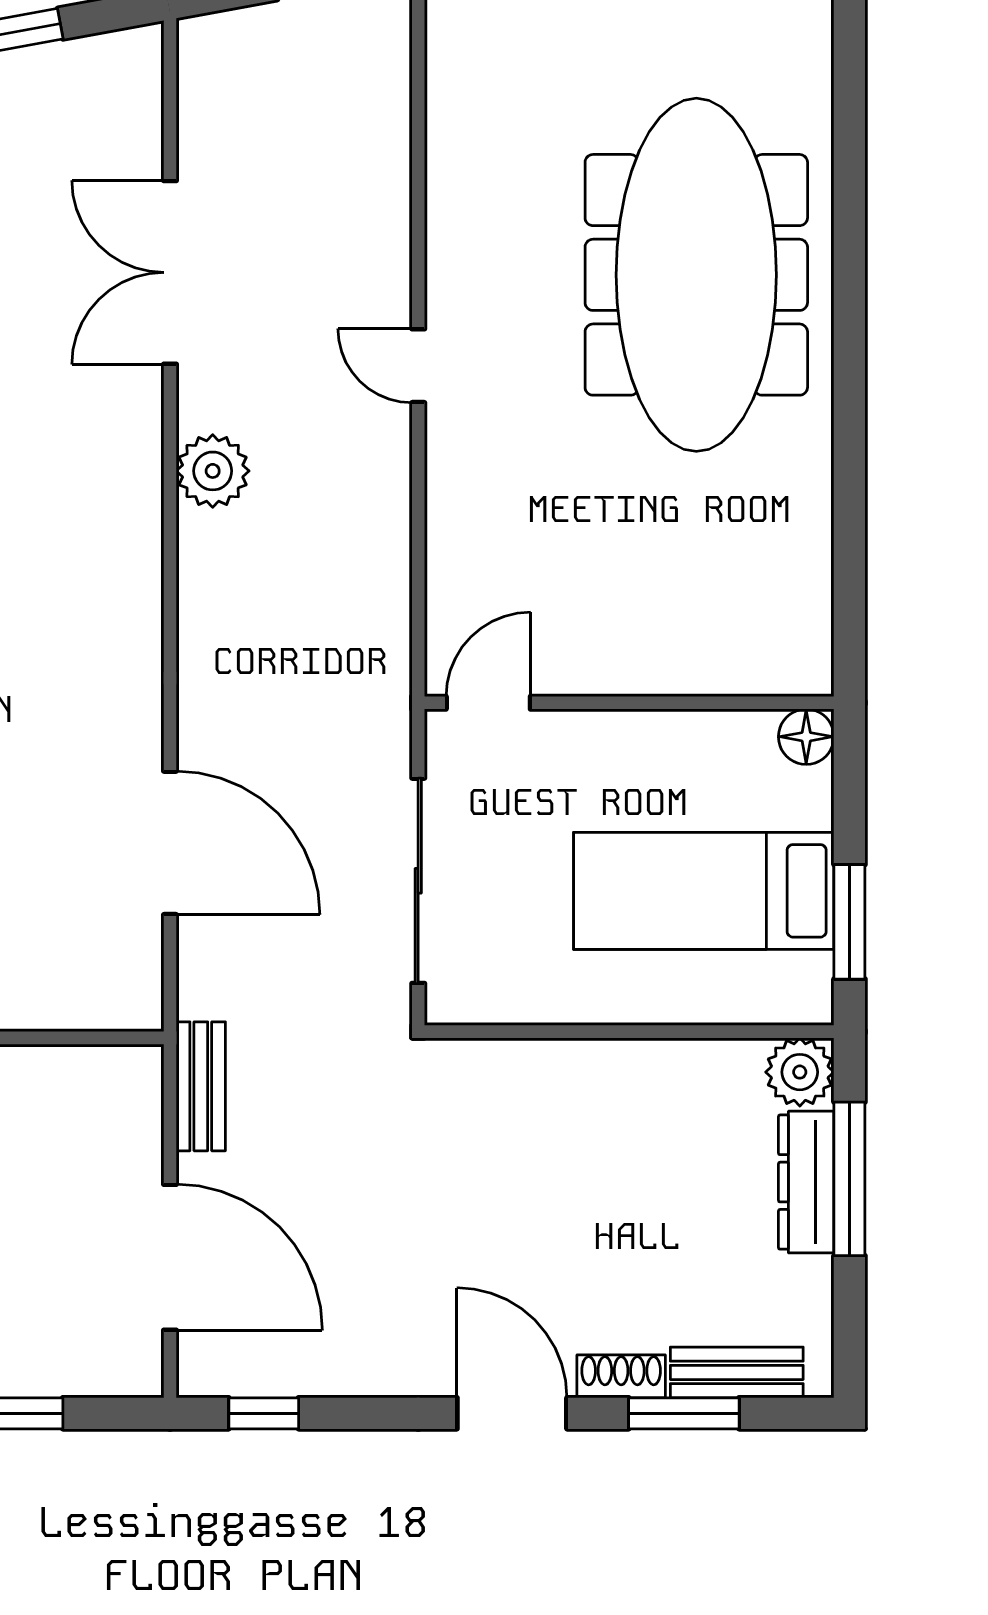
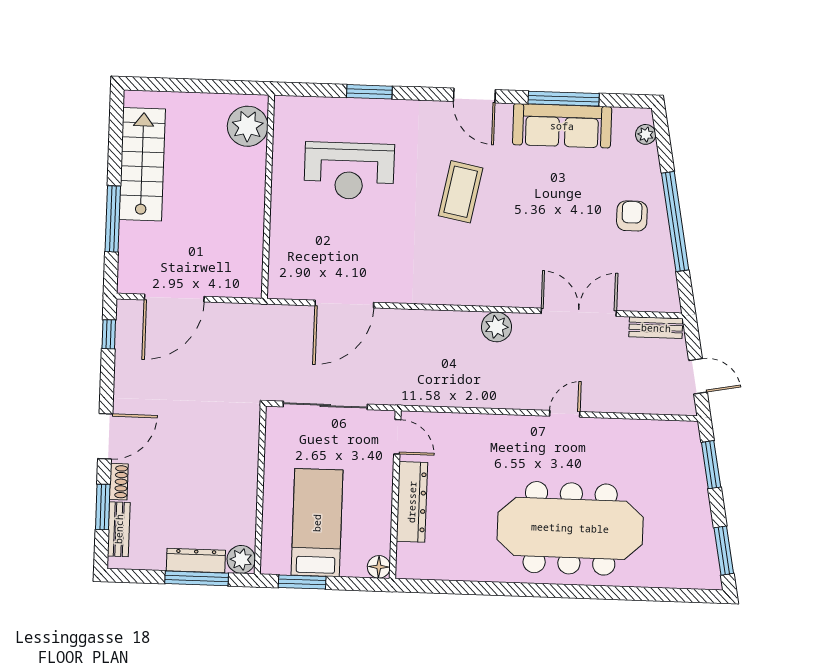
door: (418, 366) -> (565, 414), moved
dresser: (645, 662) -> (412, 502), added
bench: (201, 1086) -> (656, 328), moved

